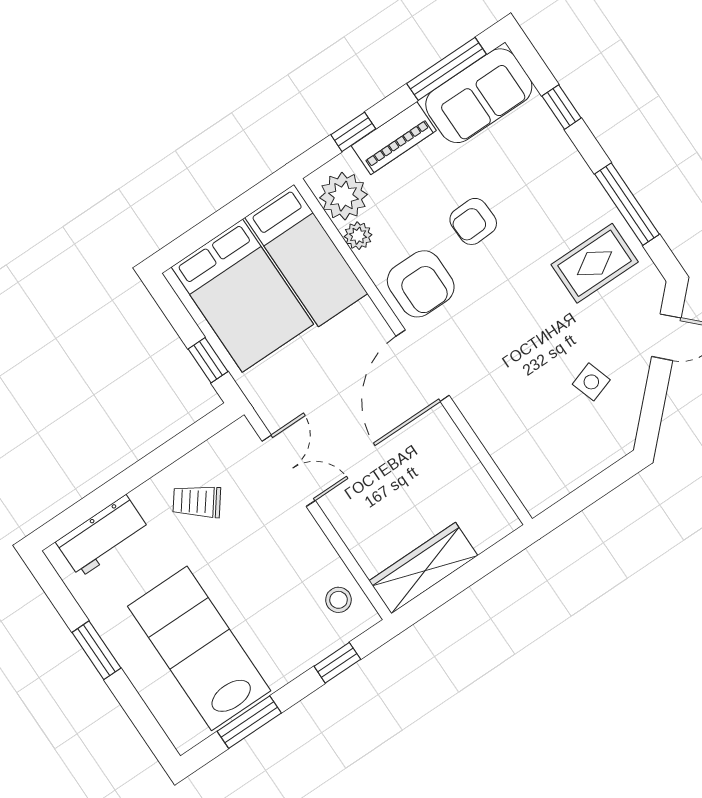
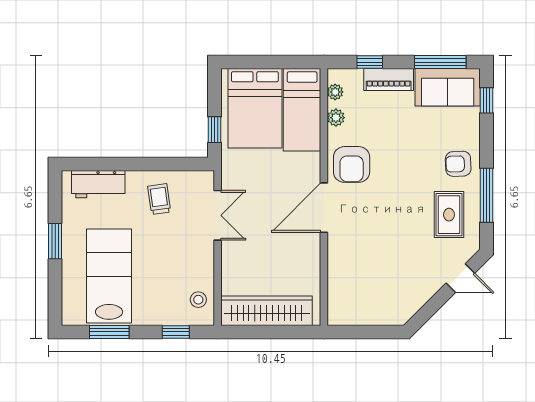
window: (562, 107) -> (486, 100), moved
plant: (343, 196) -> (335, 92), width x0.53, depth x0.53
armchair: (473, 221) -> (458, 164), moved
rug: (595, 263) -> (449, 215), turned 90
side table: (591, 382) -> (406, 275), removed
trolley: (197, 502) -> (159, 199), turned 45
wardrobe: (423, 568) -> (267, 311), width x1.40, depth x1.17

